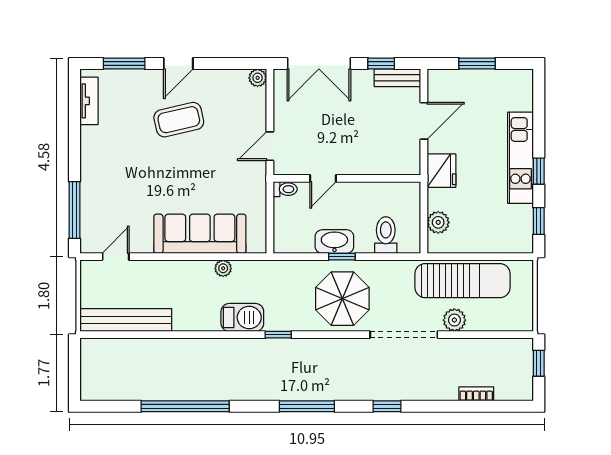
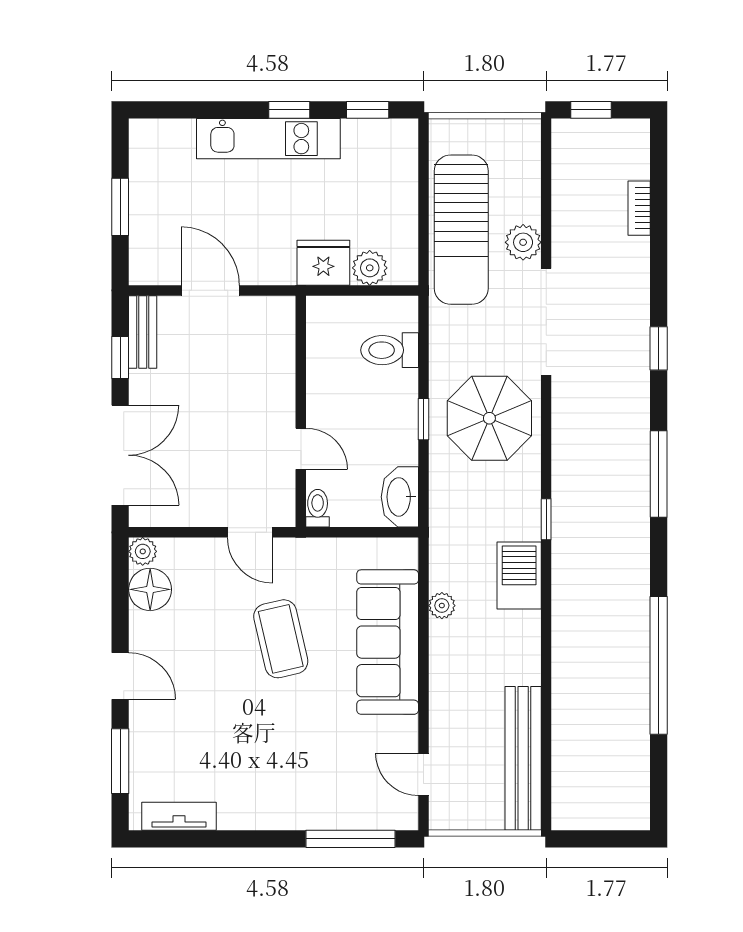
floor lamp: (233, 82) -> (150, 589), added
coffee table: (179, 120) -> (281, 639), moved
fridge: (441, 171) -> (323, 263), moved
washbasin: (334, 242) -> (400, 497), moved
sun lounger: (462, 281) -> (461, 230), turned 180

